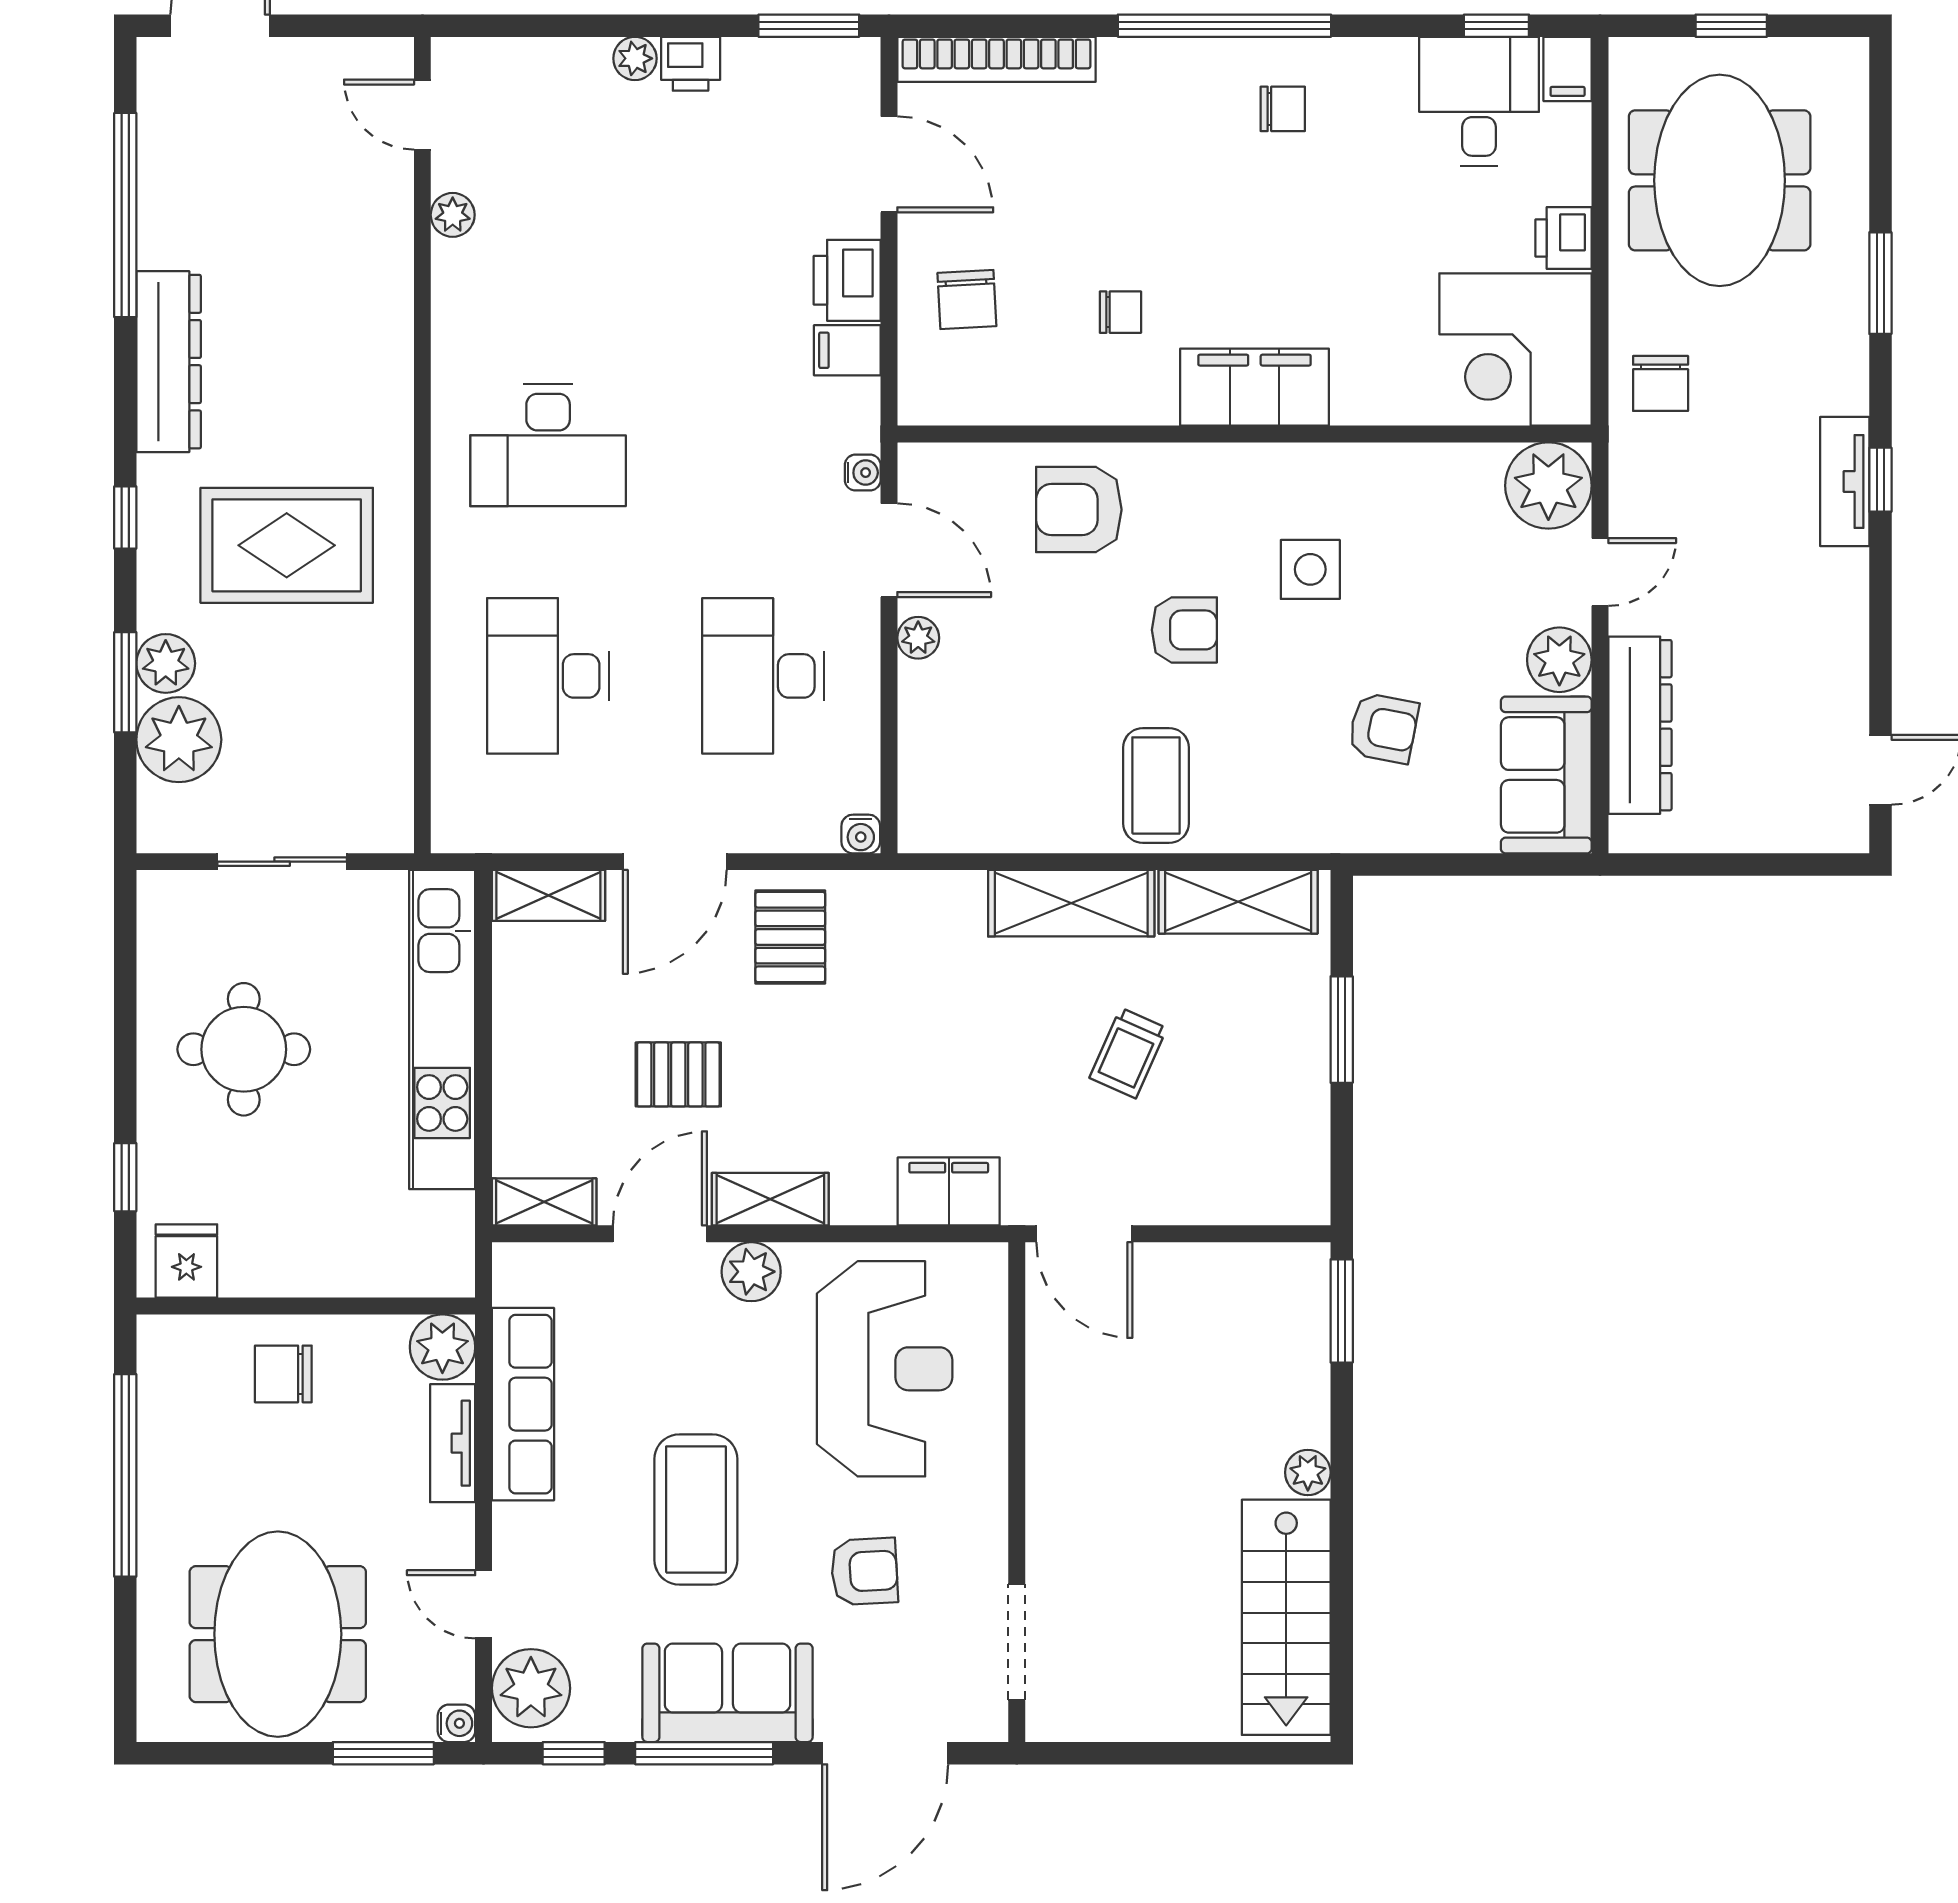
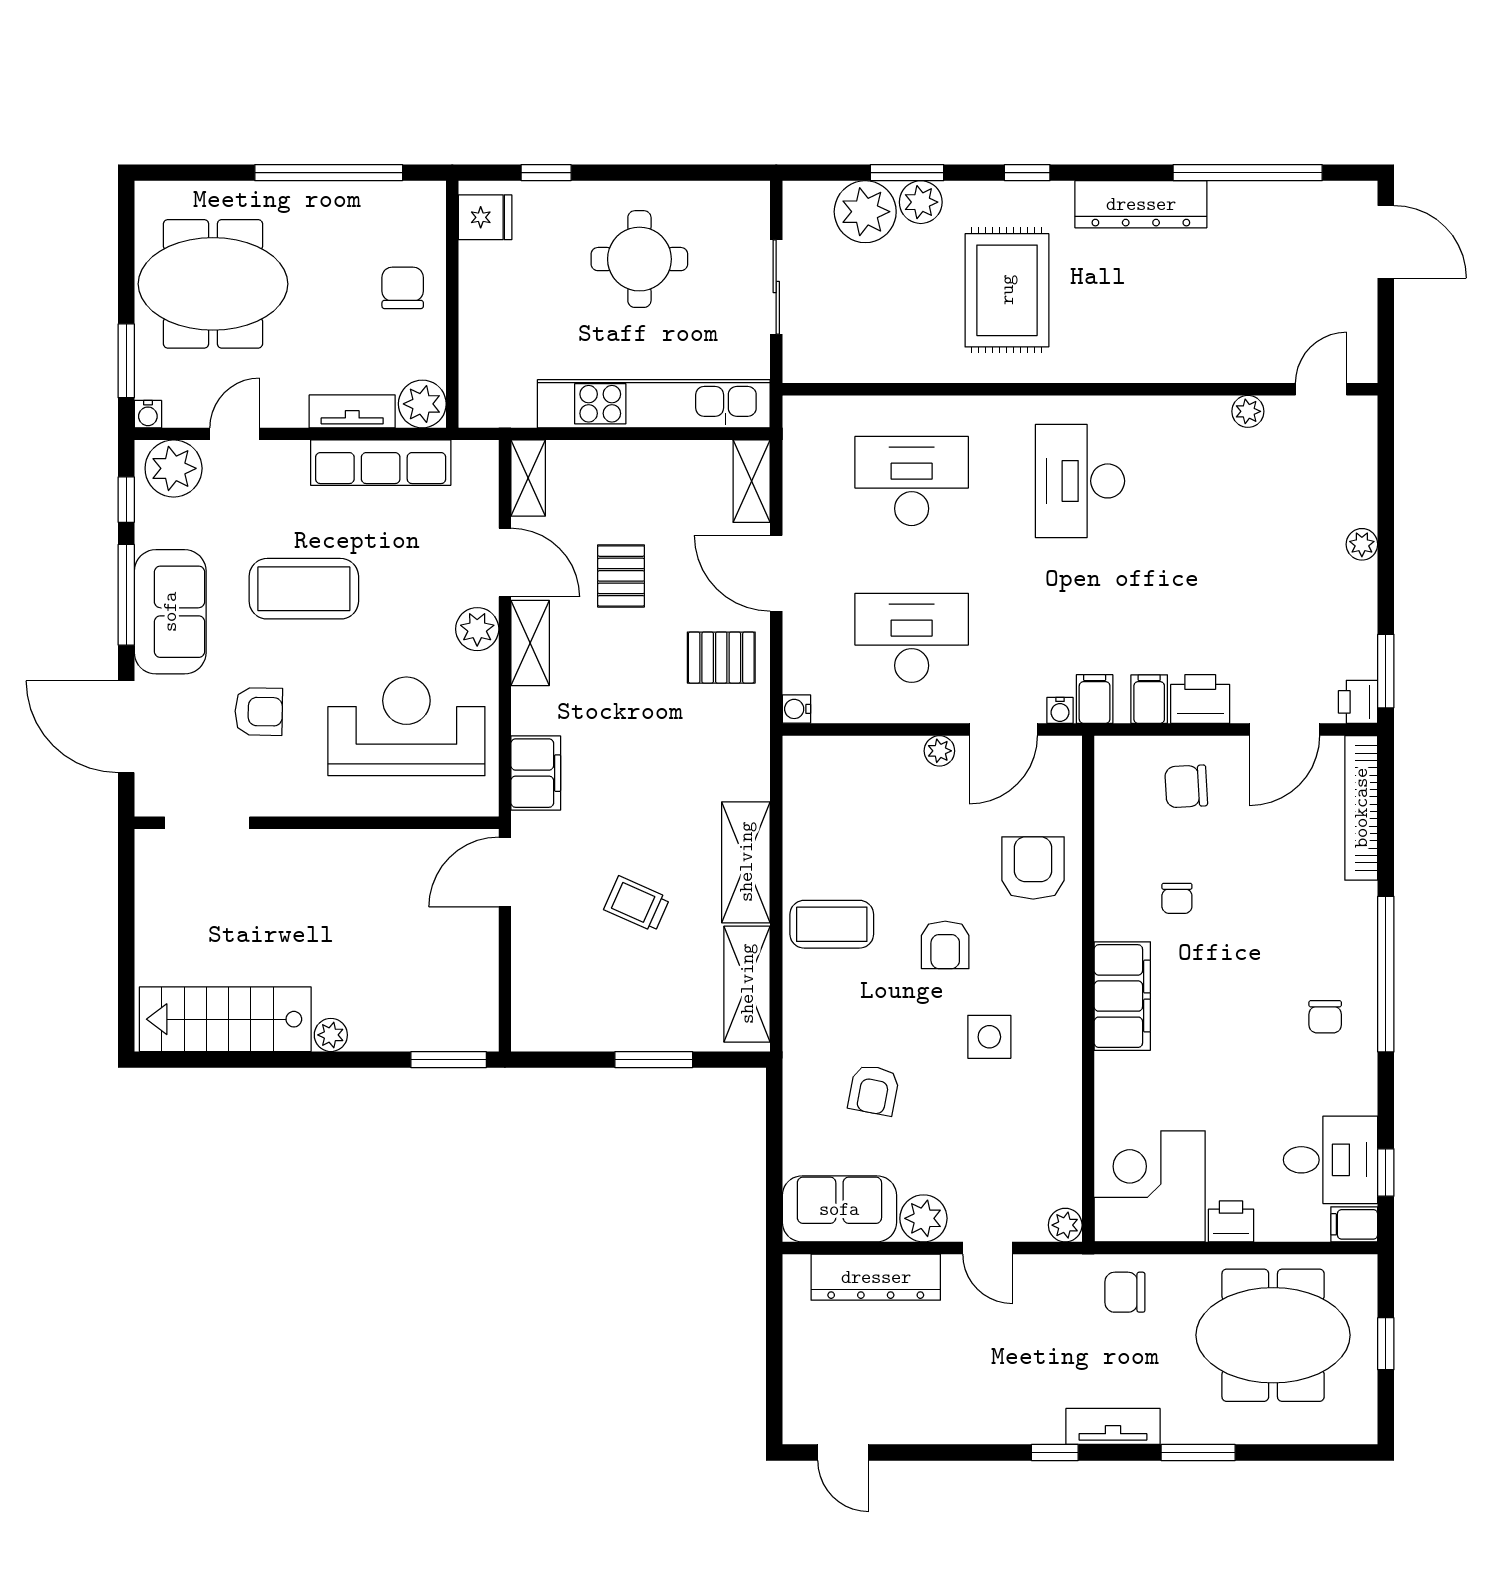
printer: (691, 64) -> (1358, 702), moved
filing cabinet: (847, 425) -> (1095, 699), added
tv unit: (1845, 482) -> (1113, 1426), moved
plant: (1548, 486) -> (1065, 1225), width x0.53, depth x0.53
reception desk: (885, 1369) -> (406, 726), turned 180
armchair: (864, 1571) -> (259, 712), turned -86

